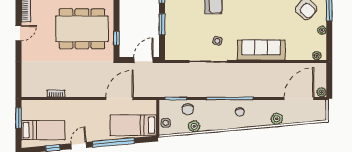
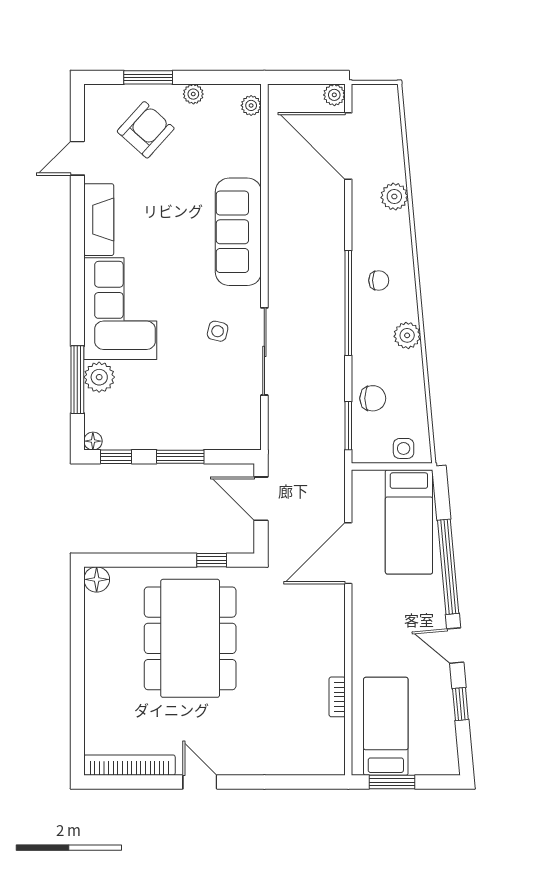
door: (119, 98) -> (348, 553), hinge flipped
plant: (194, 126) -> (407, 335), moved
bed: (43, 130) -> (386, 726), moved

